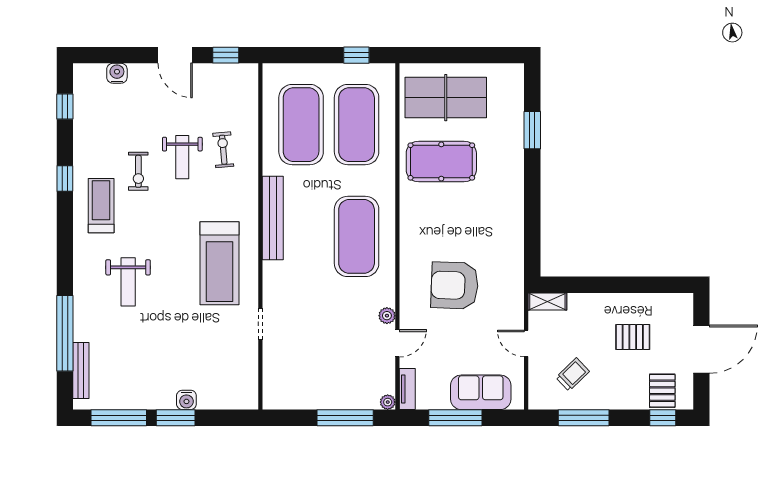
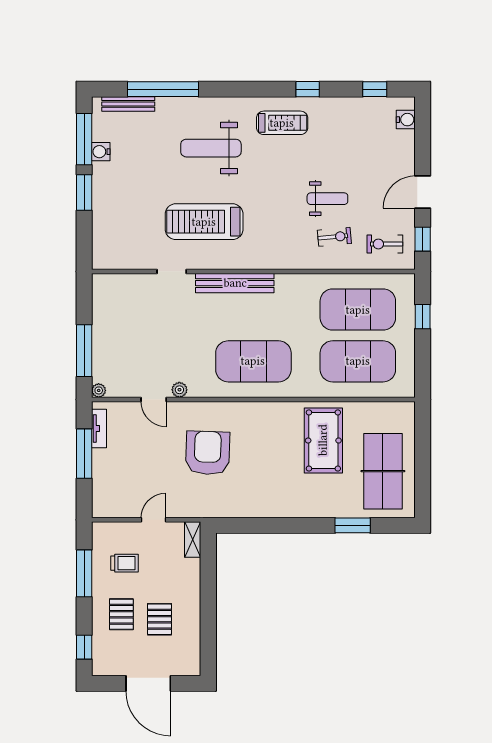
window: (356, 55) -> (423, 317), moved
water cooler: (117, 73) -> (406, 120), moved
table tennis table: (446, 98) -> (383, 471), moved
weight bench: (182, 157) -> (327, 199), turned 180
exercise bike: (138, 171) -> (385, 244), moved
bench: (273, 218) -> (235, 283), moved
treadmill: (219, 263) -> (204, 222), moved
weight bench: (128, 282) -> (211, 148), width x1.36, depth x1.33
trolley: (573, 374) -> (125, 563), turned -46
tv unit: (407, 389) -> (99, 428), moved, turned -90
pallet: (662, 391) -> (121, 614), moved, turned 90
sofa: (481, 392) -> (108, 477), removed
water cooler: (186, 400) -> (101, 152), moved

